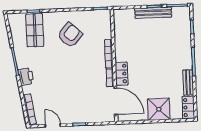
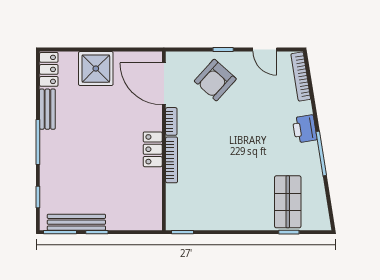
bench: (153, 13) -> (76, 222), moved
armchair: (70, 35) -> (215, 80), moved
locker: (122, 74) -> (153, 149), moved

